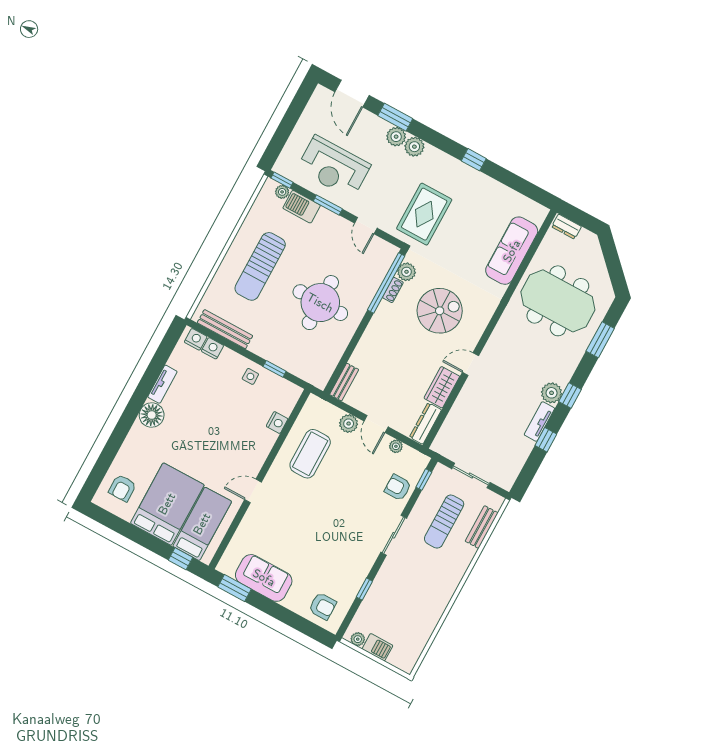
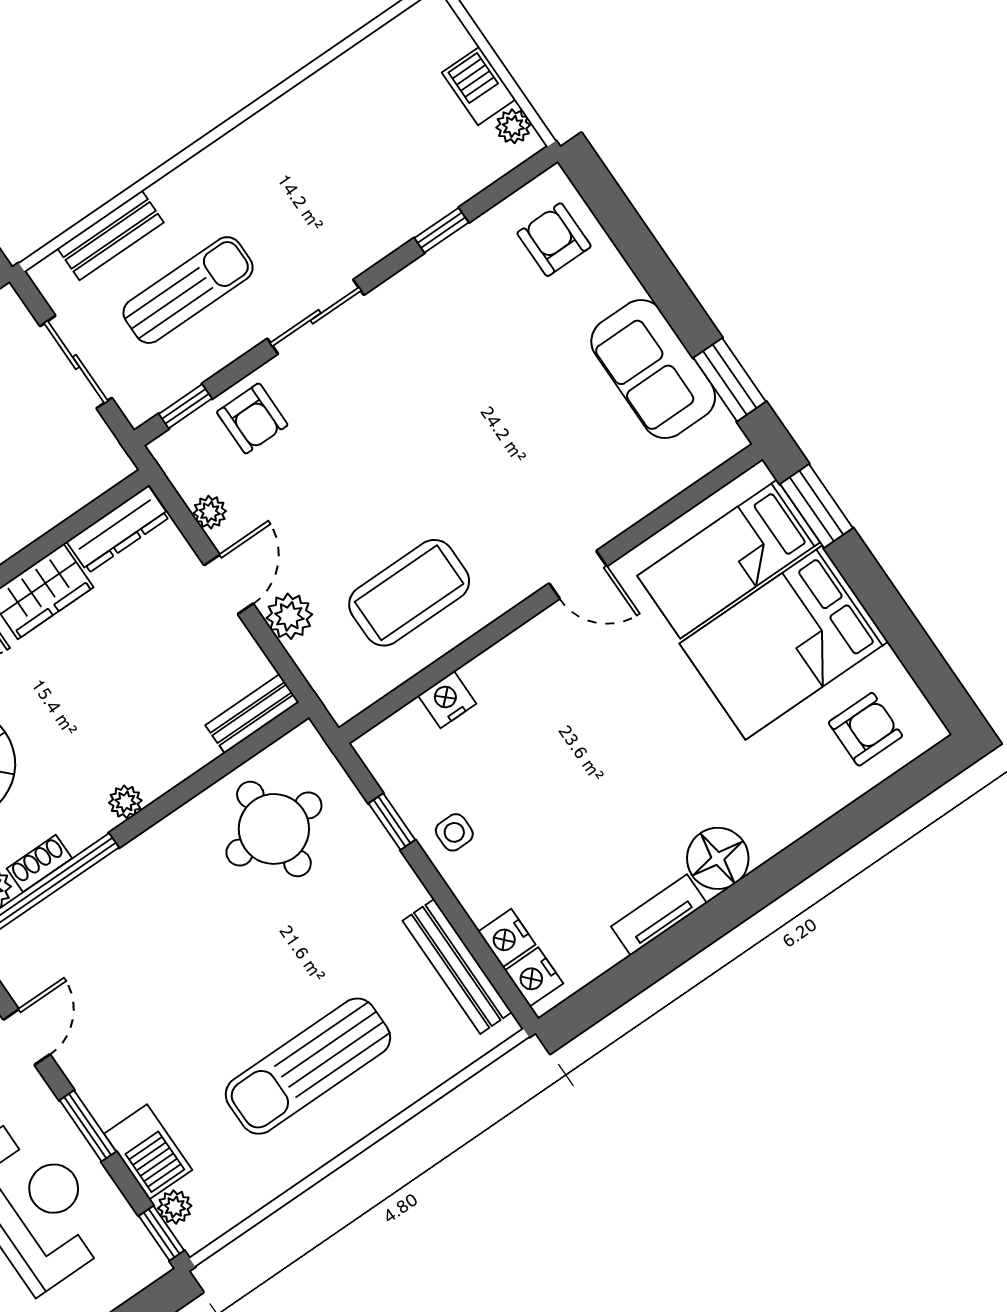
sun lounger: (260, 266) -> (308, 1066), turned 180
round table: (320, 303) -> (274, 829), moved, width x0.73, depth x0.73
plant: (373, 328) -> (125, 802), added
window: (181, 559) -> (816, 506), width x1.50

